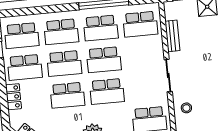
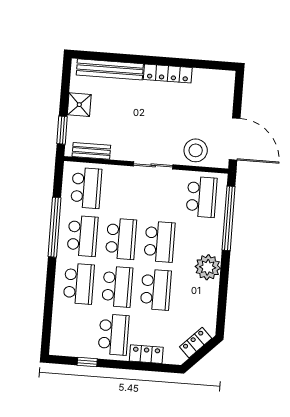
school desk: (22, 36) -> (75, 332), removed
bench: (172, 36) -> (91, 151), moved
stool: (186, 108) -> (196, 150), width x1.89, depth x1.89

